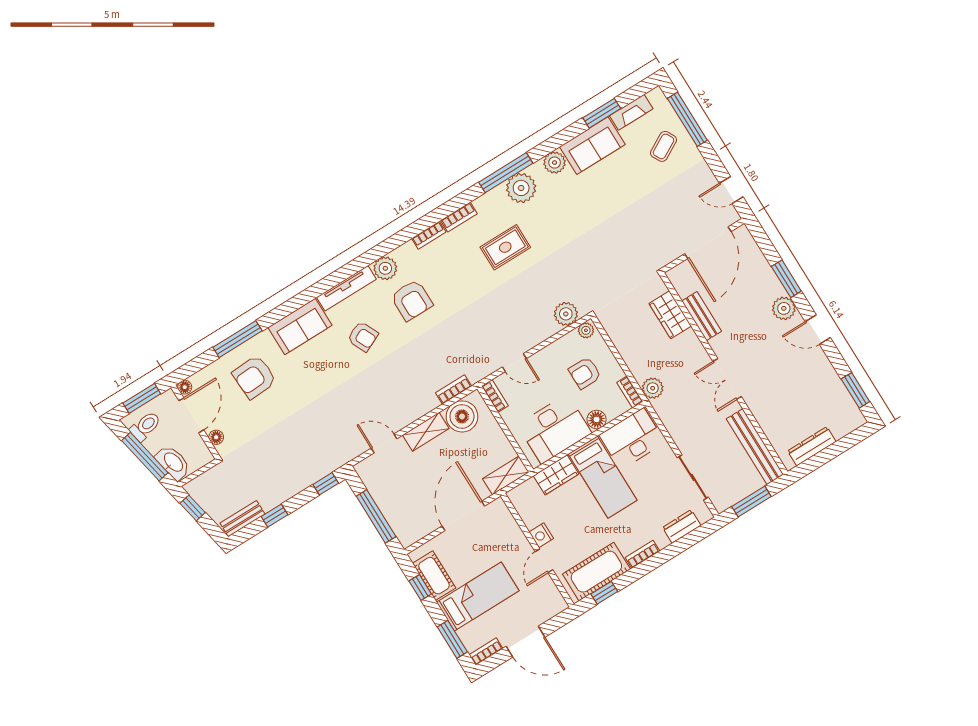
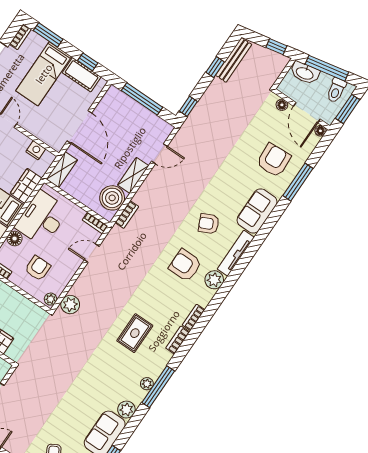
plant: (521, 188) -> (147, 384), width x0.53, depth x0.53
bench: (243, 519) -> (234, 60), width x1.36
nightstand: (541, 535) -> (36, 150), moved

